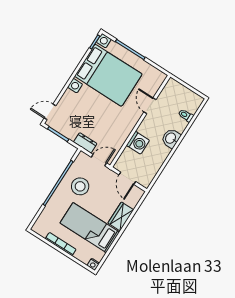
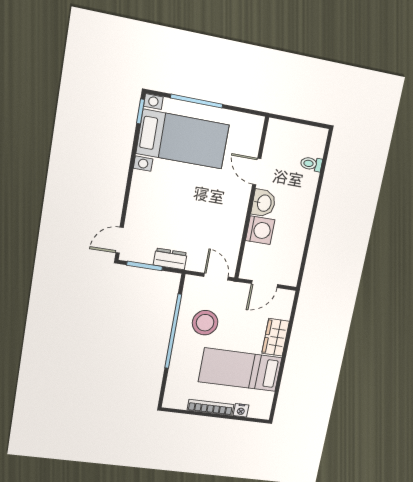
bed with nightstands: (108, 75) -> (183, 139), width x0.73
washbasin: (171, 138) -> (264, 203), moved, turned 180
dresser: (85, 143) -> (170, 259), moved
door: (99, 160) -> (216, 277), hinge flipped
door: (127, 178) -> (264, 284), hinge flipped
nightstand: (93, 264) -> (241, 410), moved

